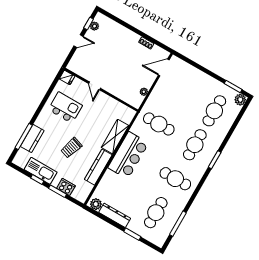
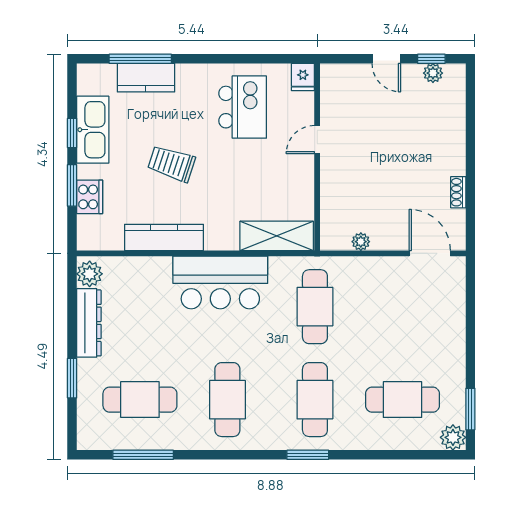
shelving: (115, 137) -> (277, 236), moved
cafe table: (195, 145) -> (315, 400), turned 90

